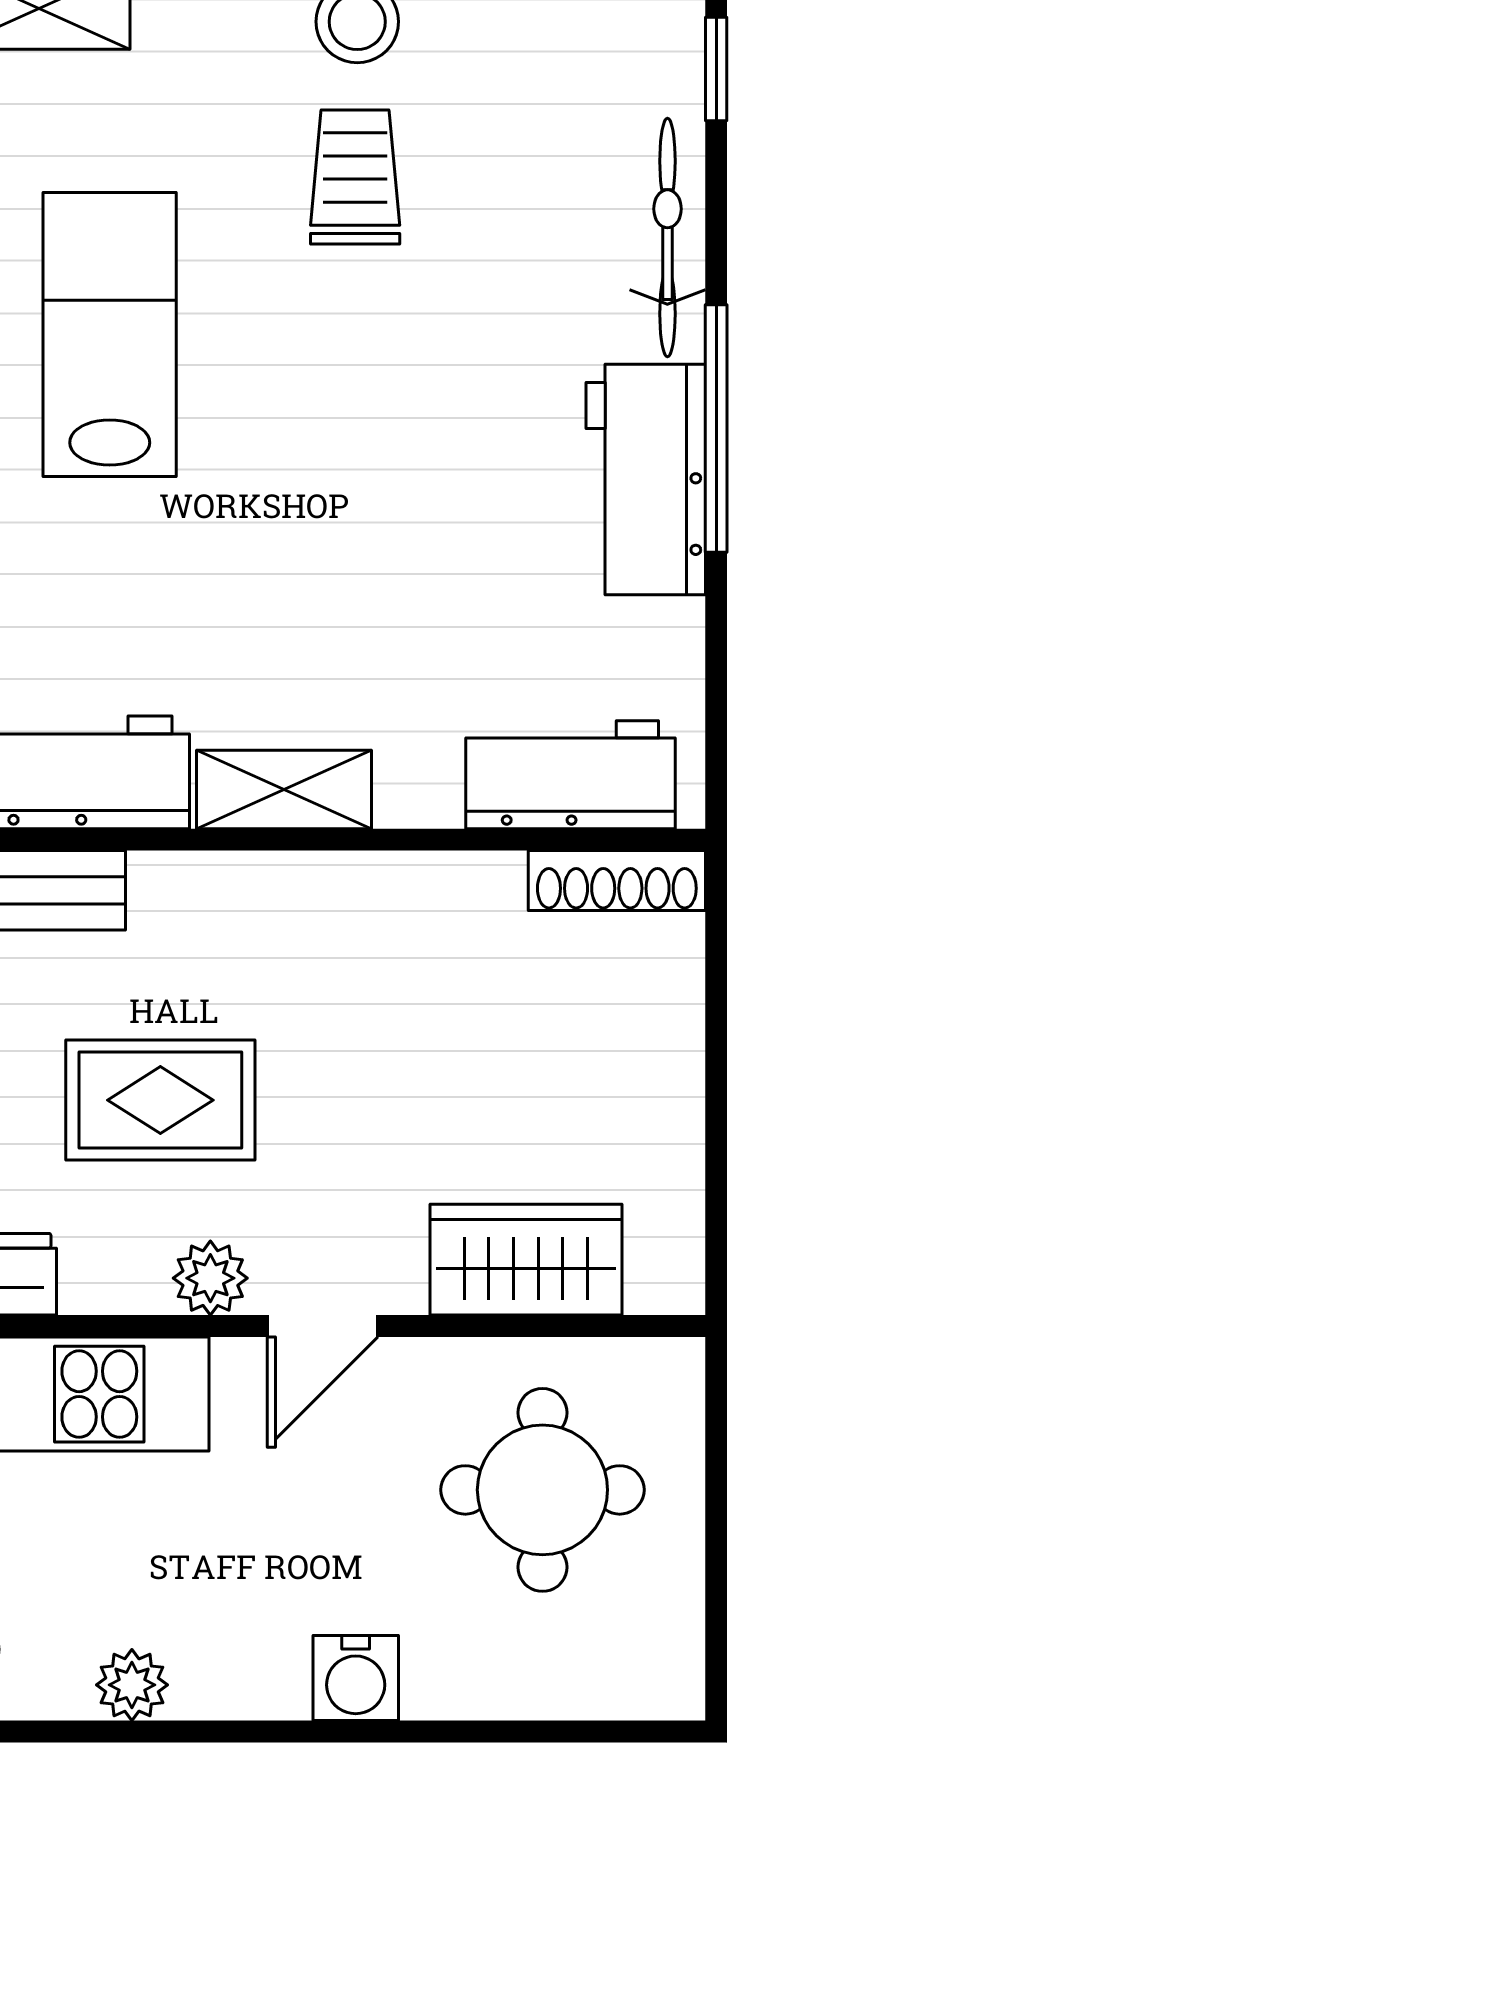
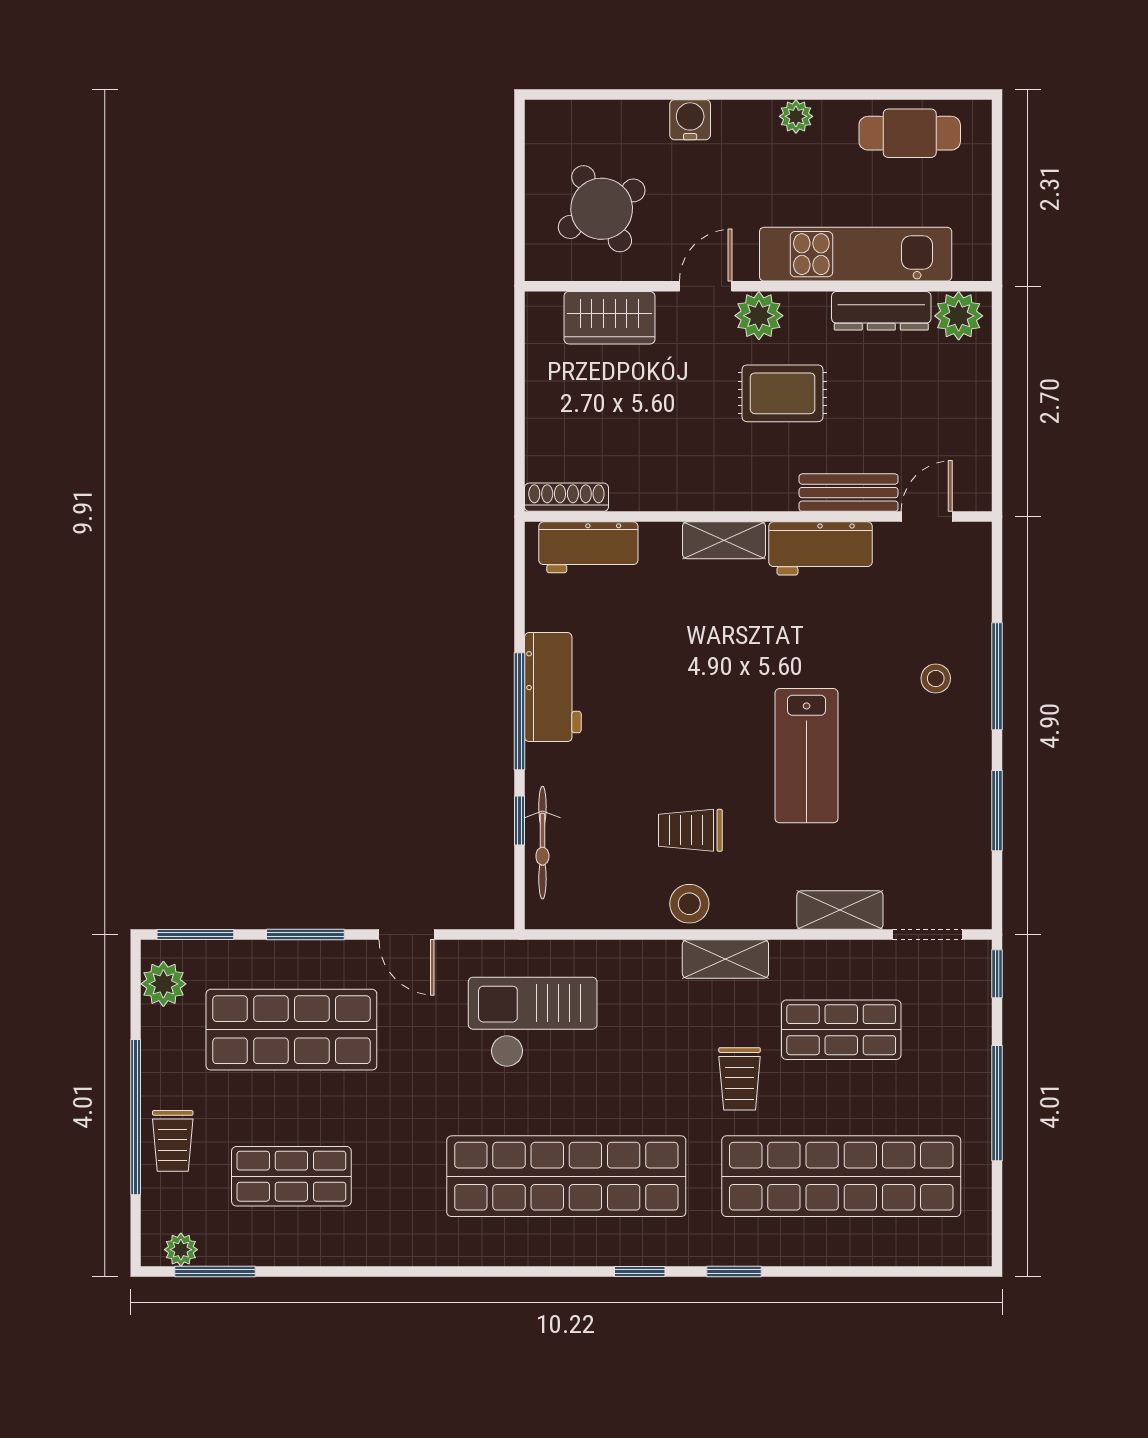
window: (716, 69) -> (519, 821), moved
trolley: (355, 177) -> (690, 830), turned 90
bicycle: (667, 237) -> (542, 843), moved
plant: (210, 1278) -> (759, 316), width x1.38, depth x1.38
round table: (542, 1490) -> (602, 209), turned -30

